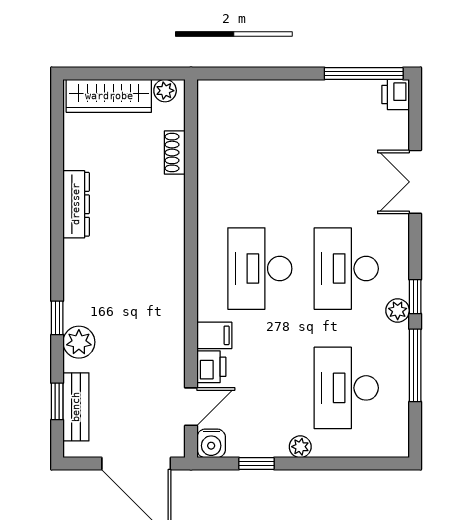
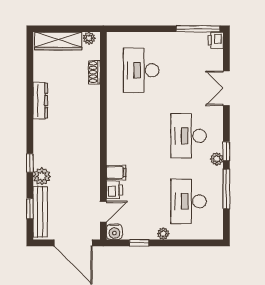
desk: (260, 269) -> (141, 70), moved
bench: (76, 407) -> (40, 212), width x1.36

